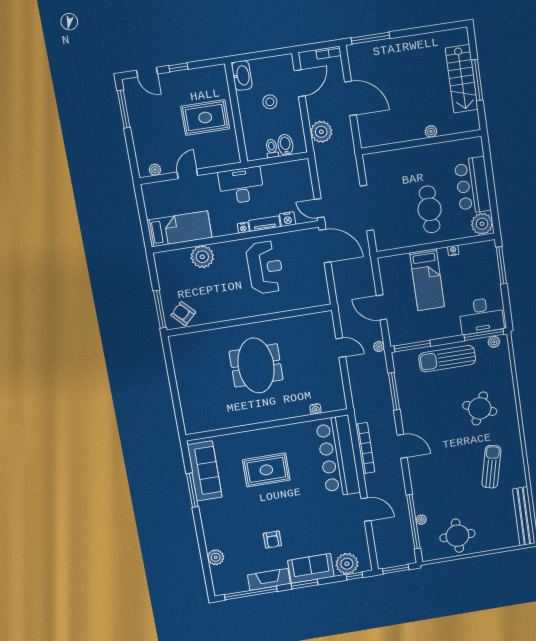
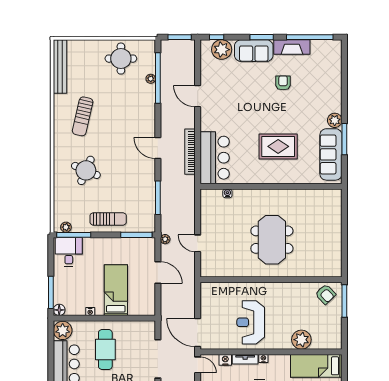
floor lamp: (489, 247) -> (59, 310), added
desk: (481, 316) -> (69, 252), width x0.73
sun lounger: (447, 359) -> (108, 219), width x0.73, depth x0.75
bar counter: (338, 456) -> (215, 158), width x0.73
plant: (216, 557) -> (335, 120), moved

